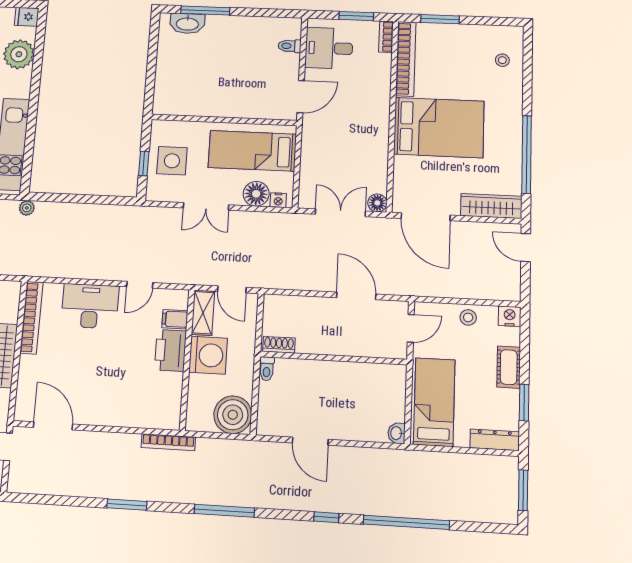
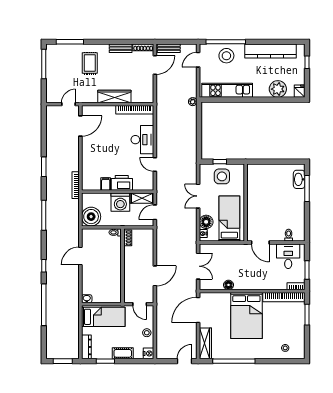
floor lamp: (377, 203) -> (228, 285), moved
filing cabinet: (175, 319) -> (106, 184), moved

